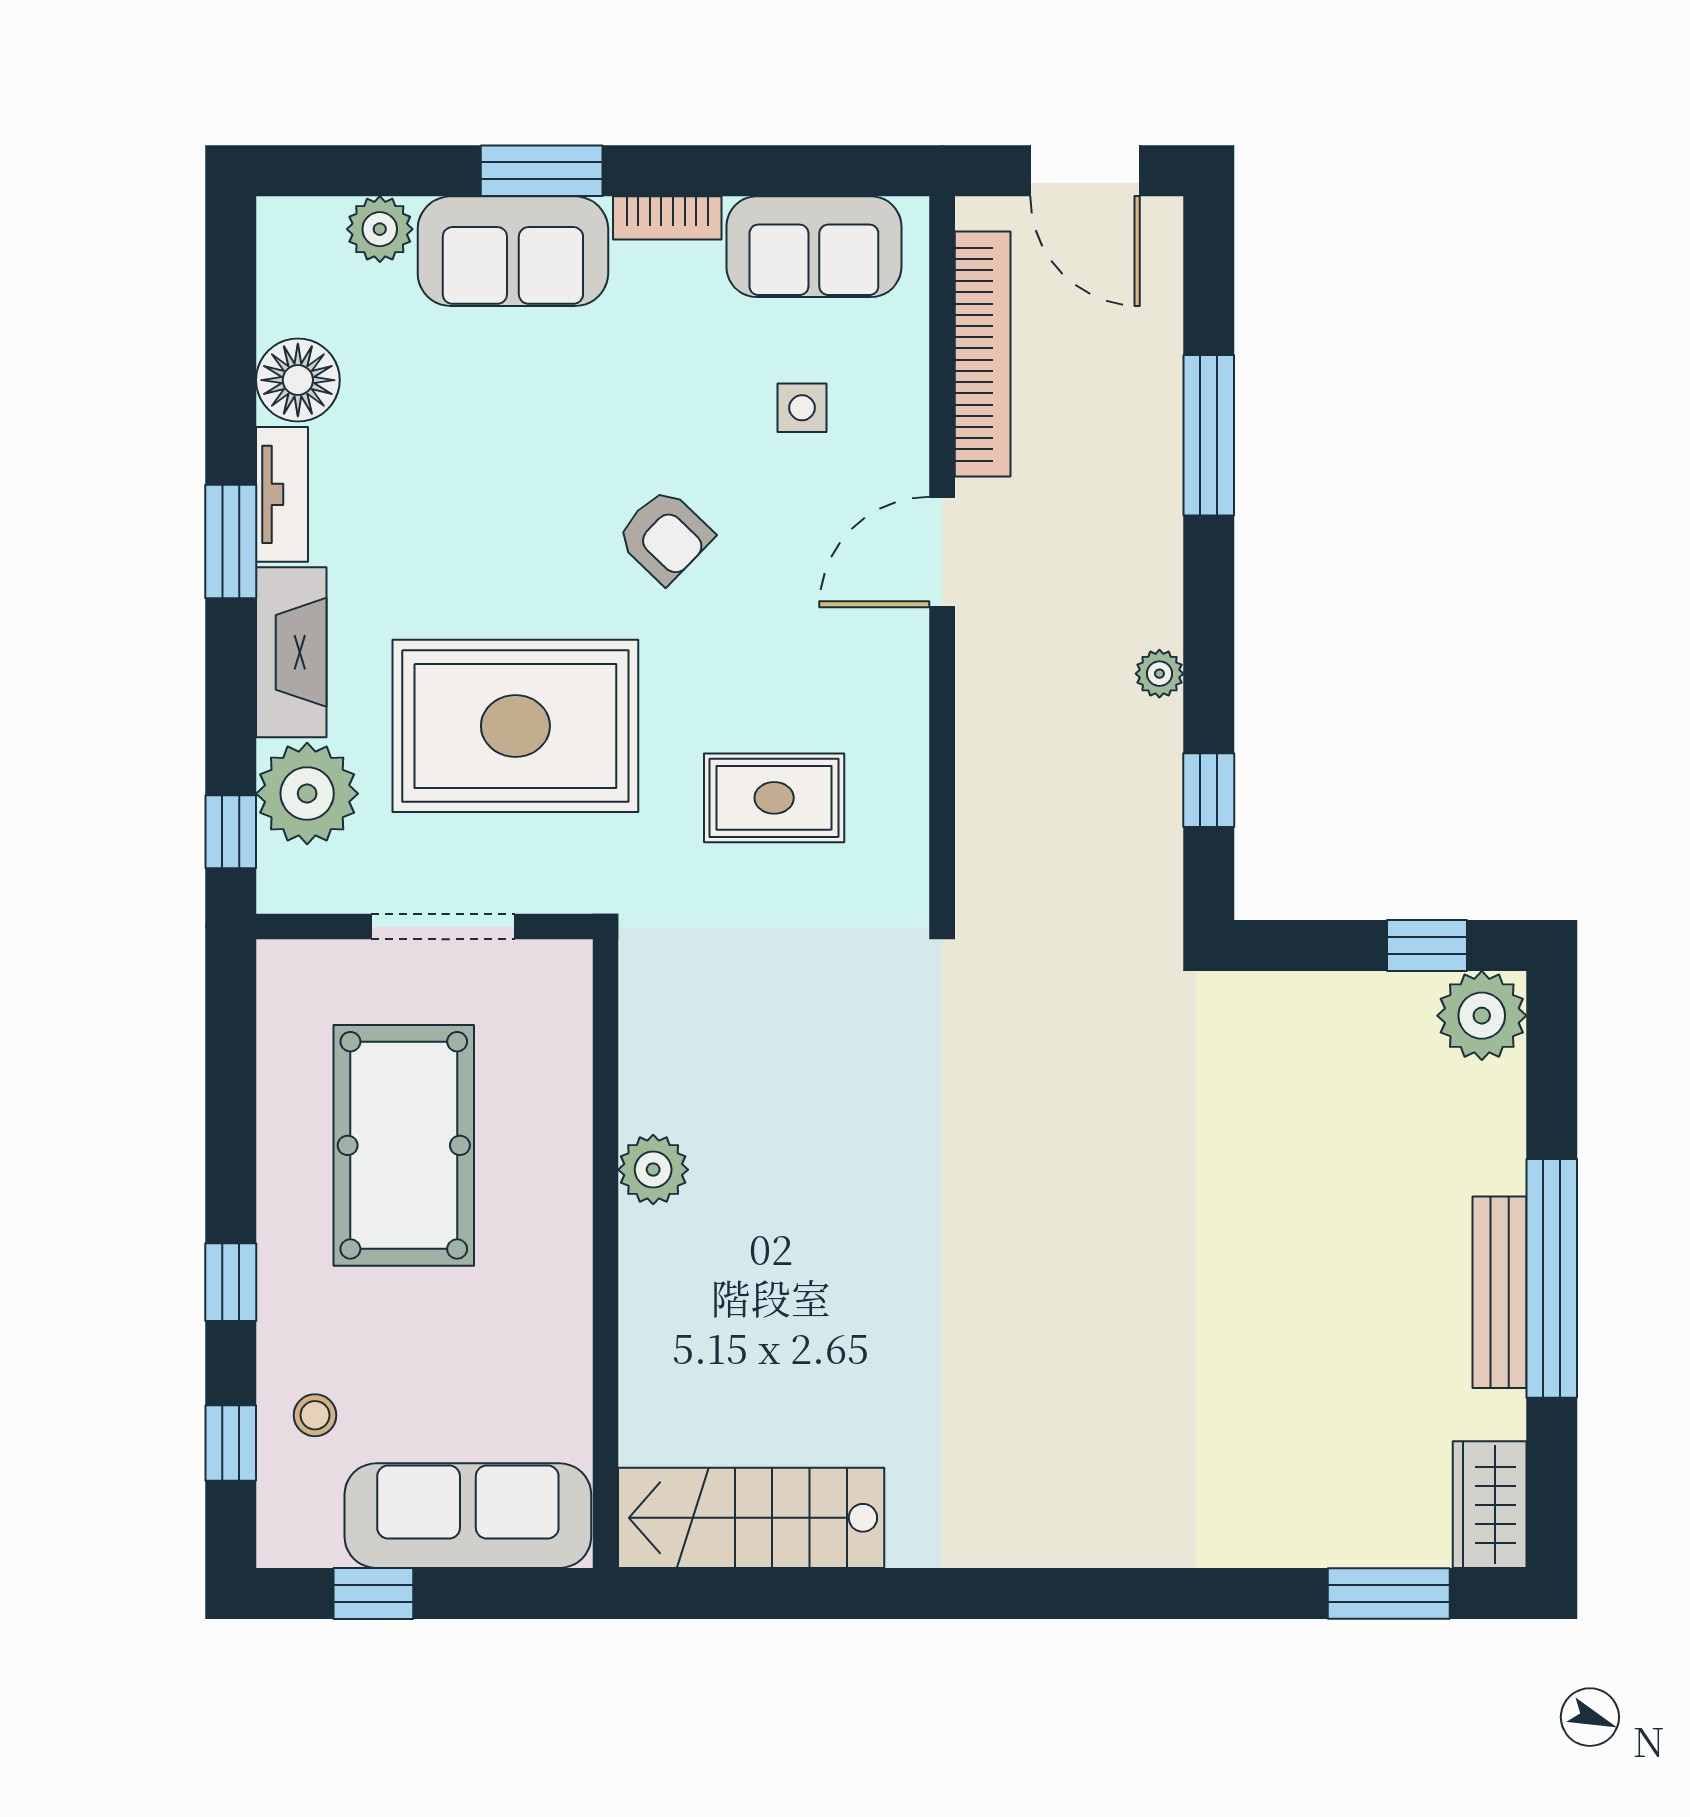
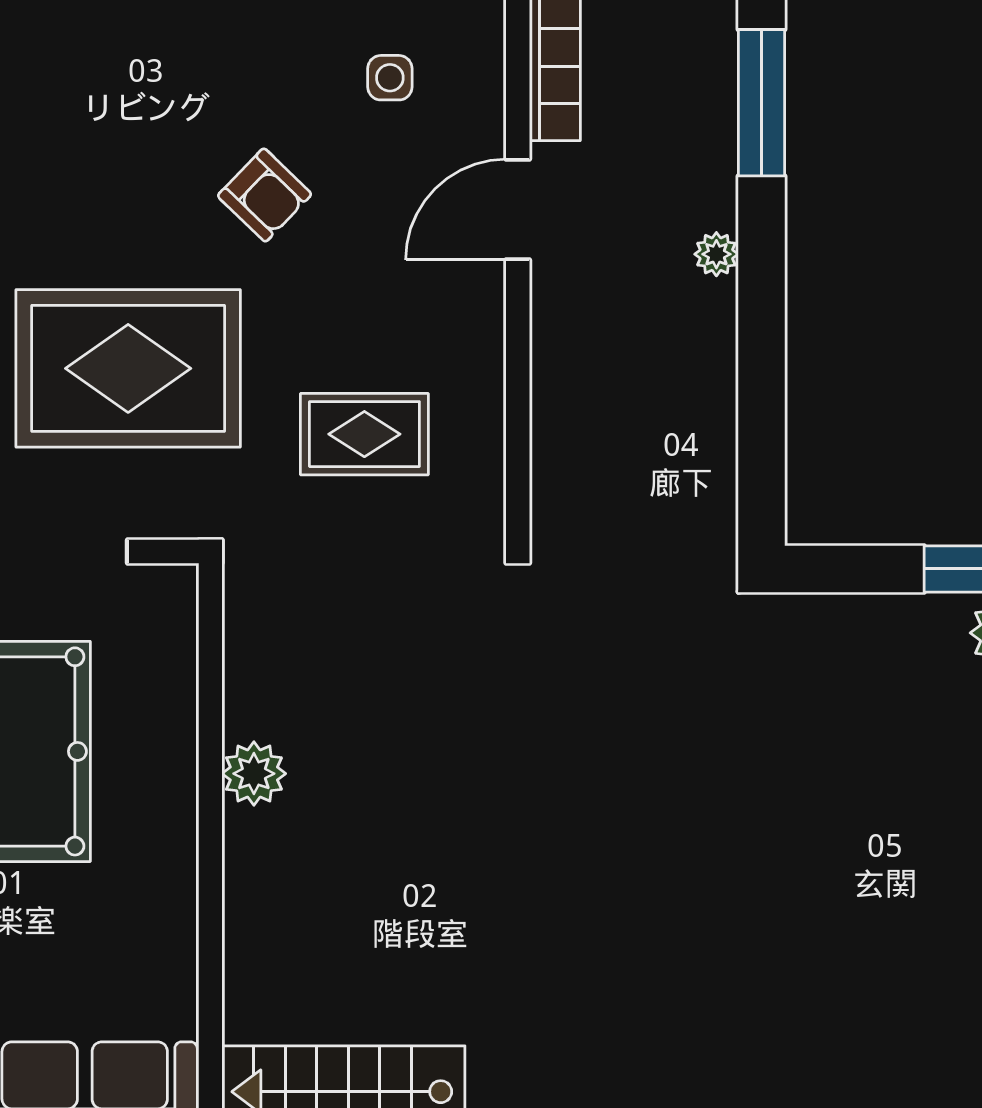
plant: (1159, 674) -> (716, 254), moved
window: (1209, 790) -> (761, 427), removed

